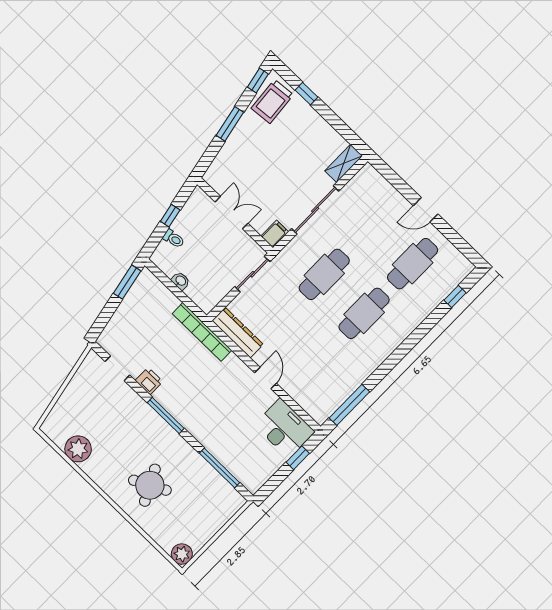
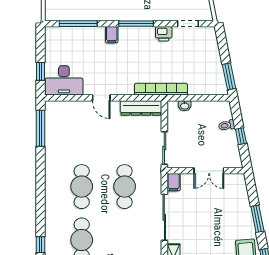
washbasin: (180, 281) -> (185, 106), moved
filing cabinet: (198, 427) -> (112, 35), added

